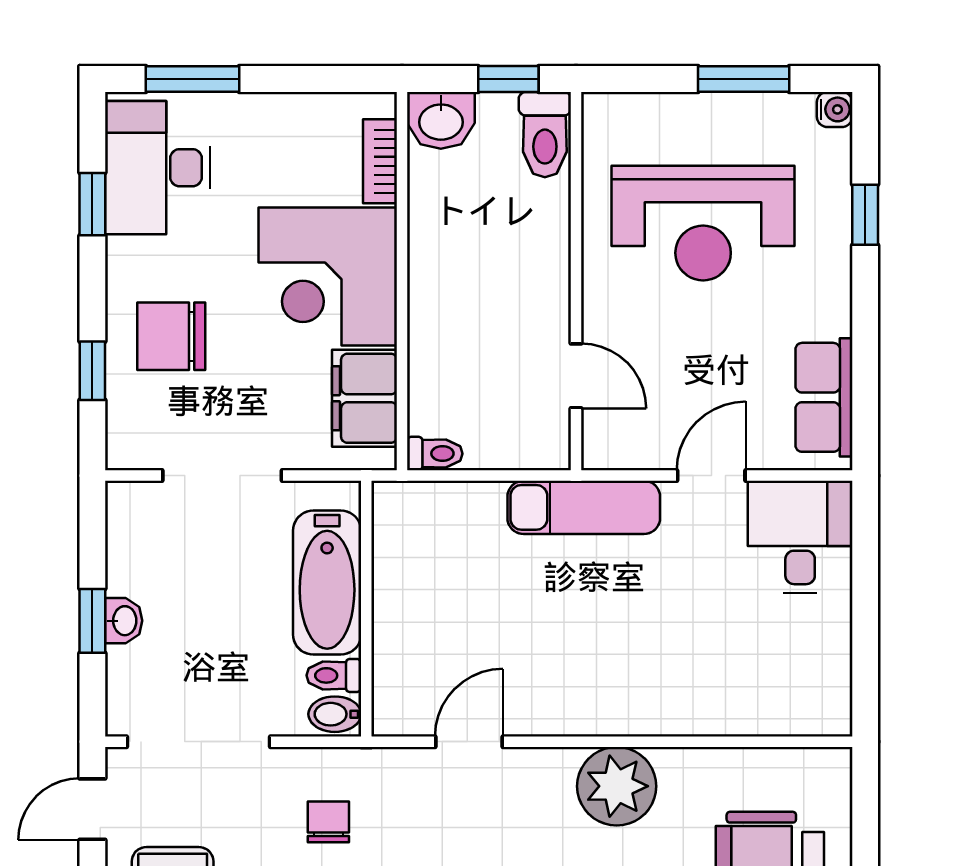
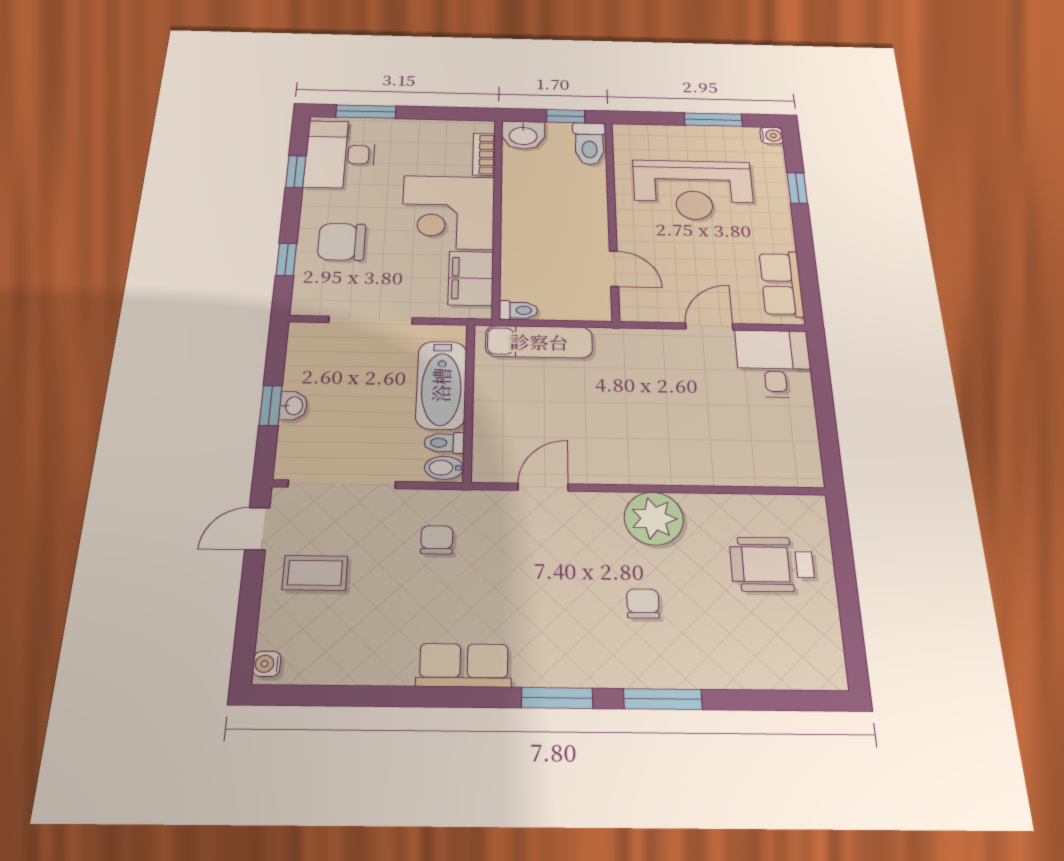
exam couch: (584, 507) -> (539, 342), moved

